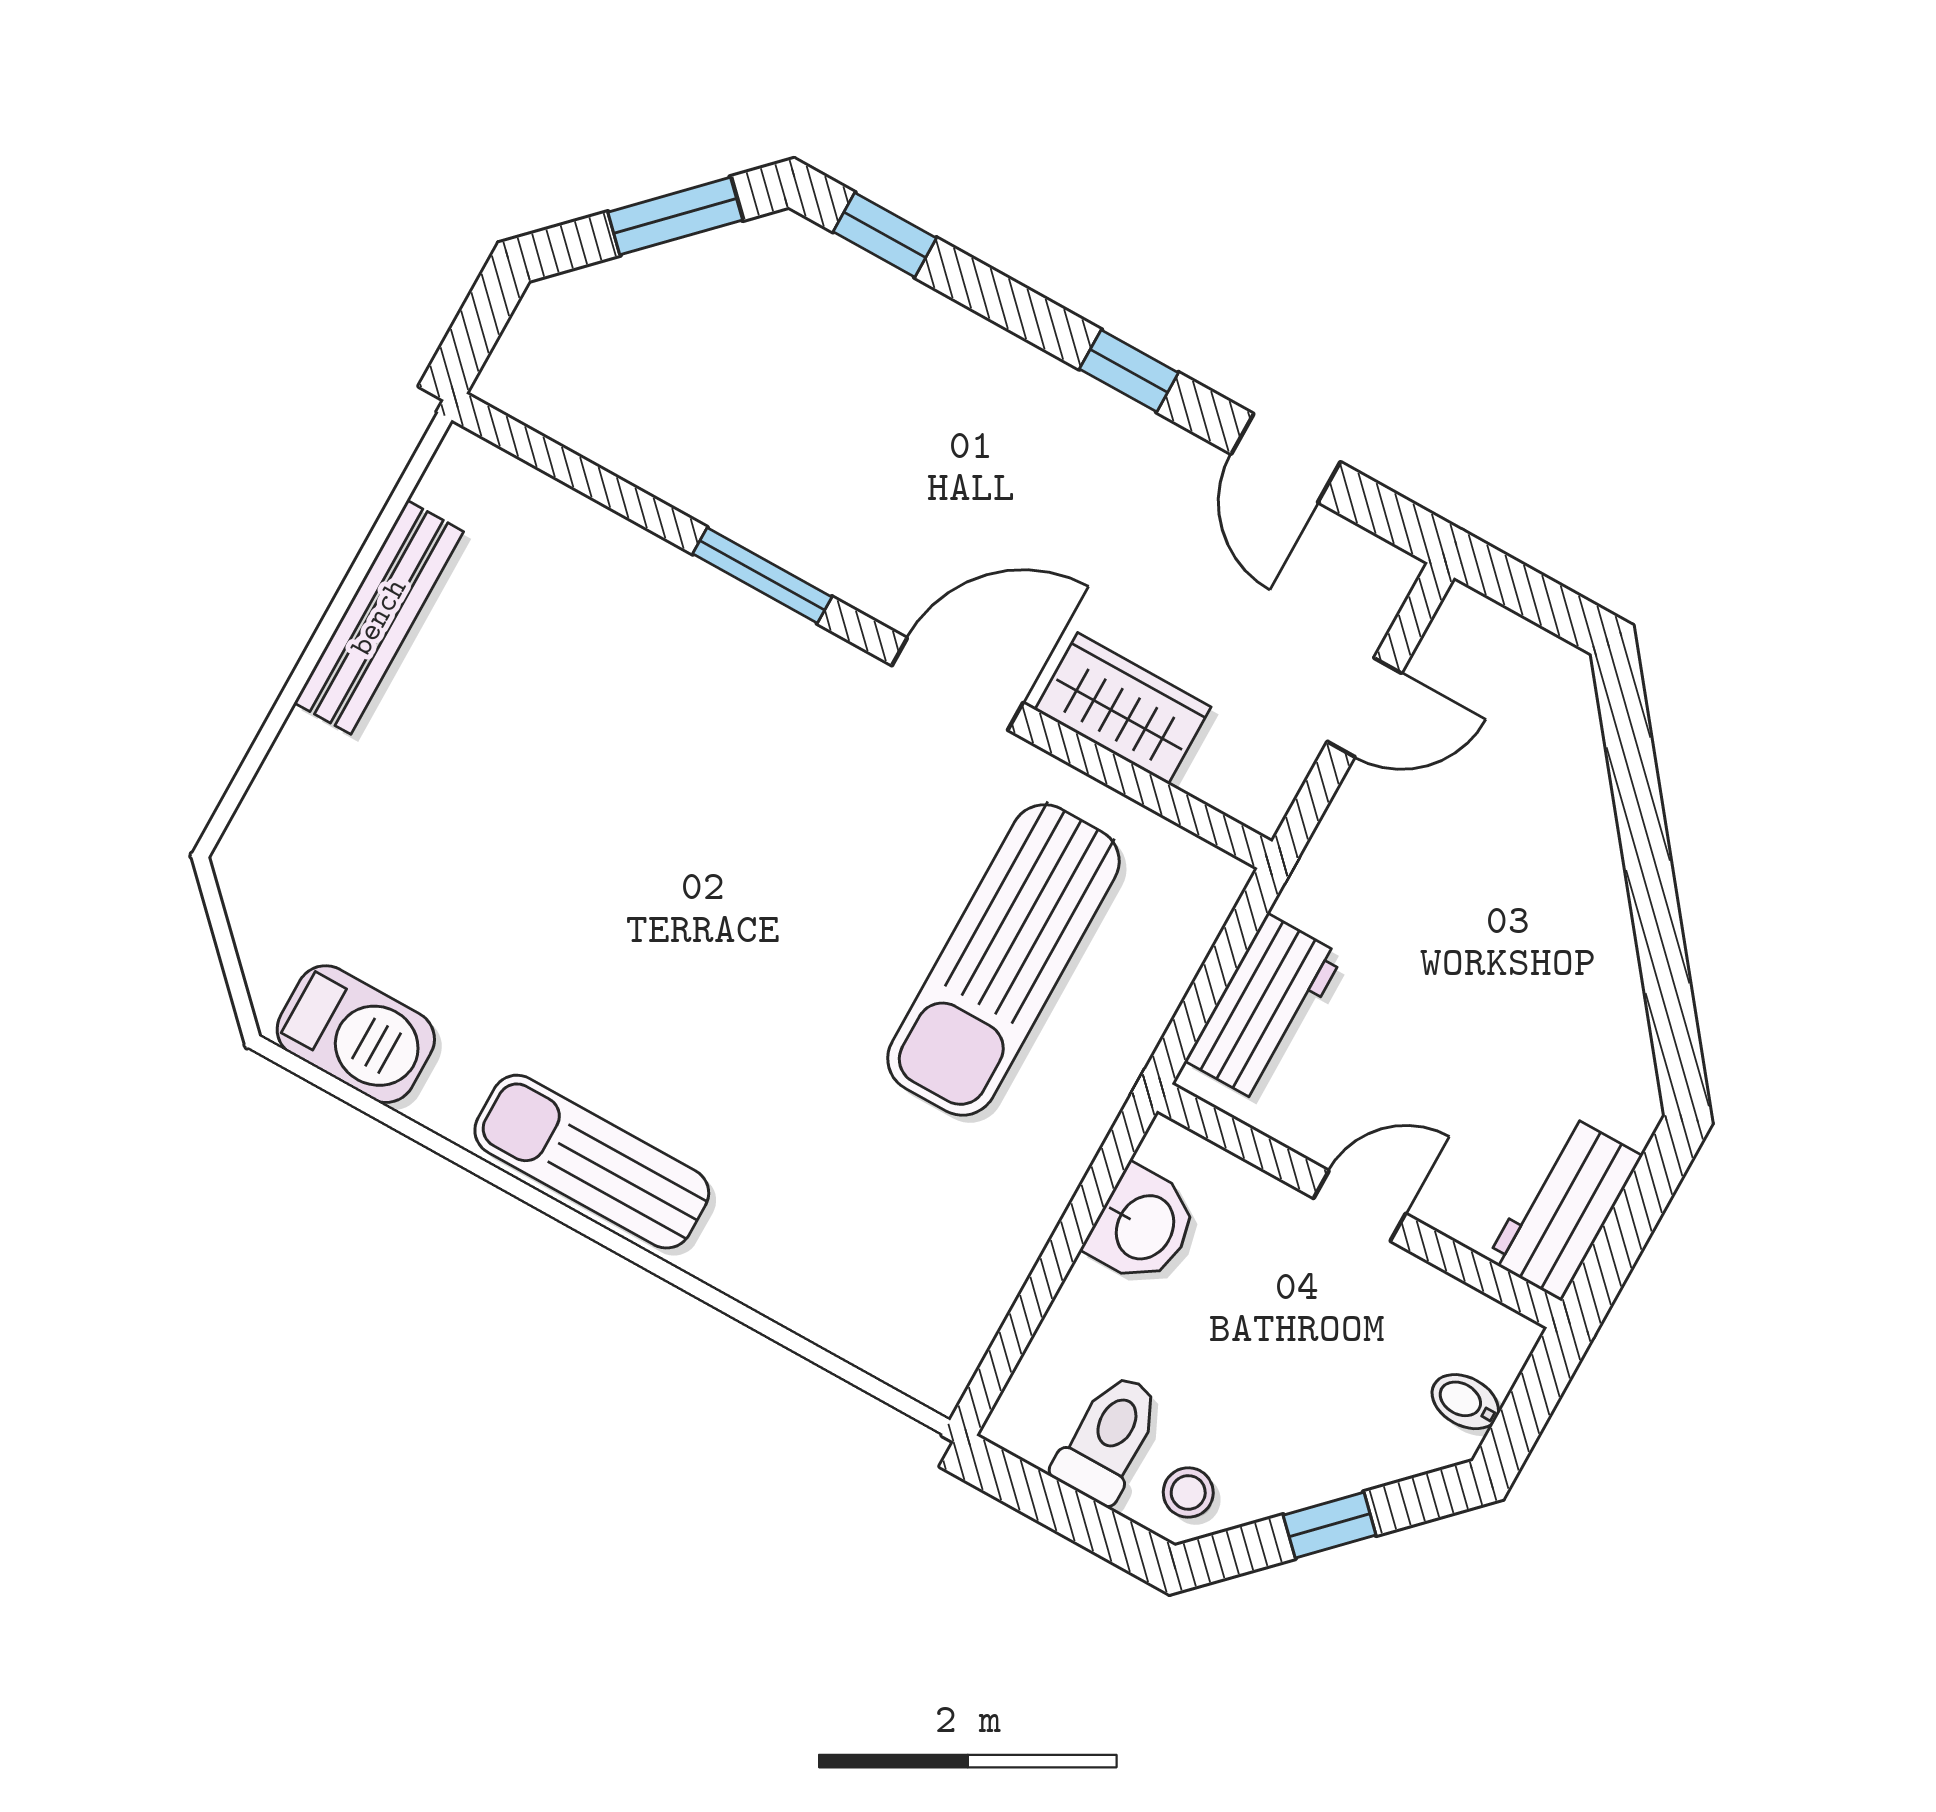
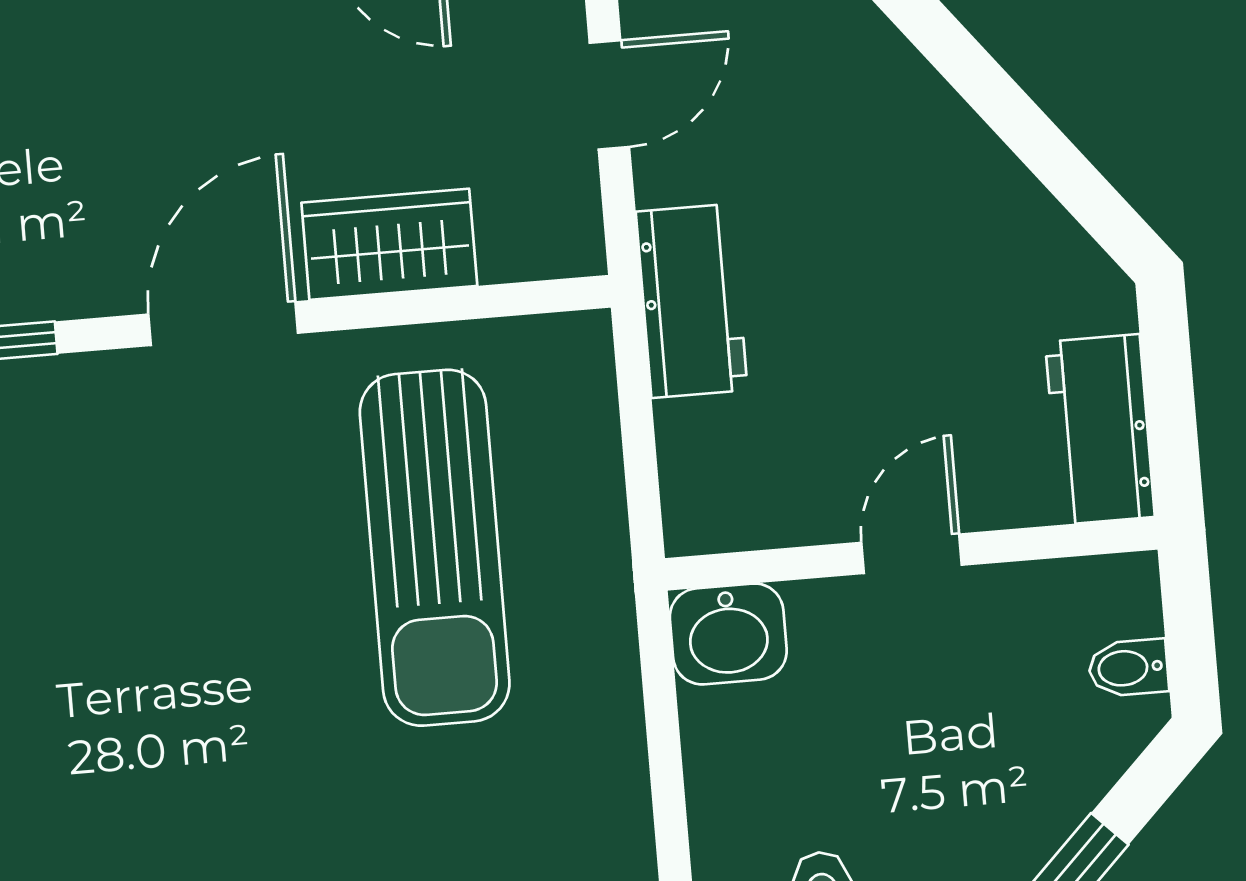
workbench: (1264, 1008) -> (692, 301), moved
washbasin: (1143, 1226) -> (728, 634), moved, turned 90

